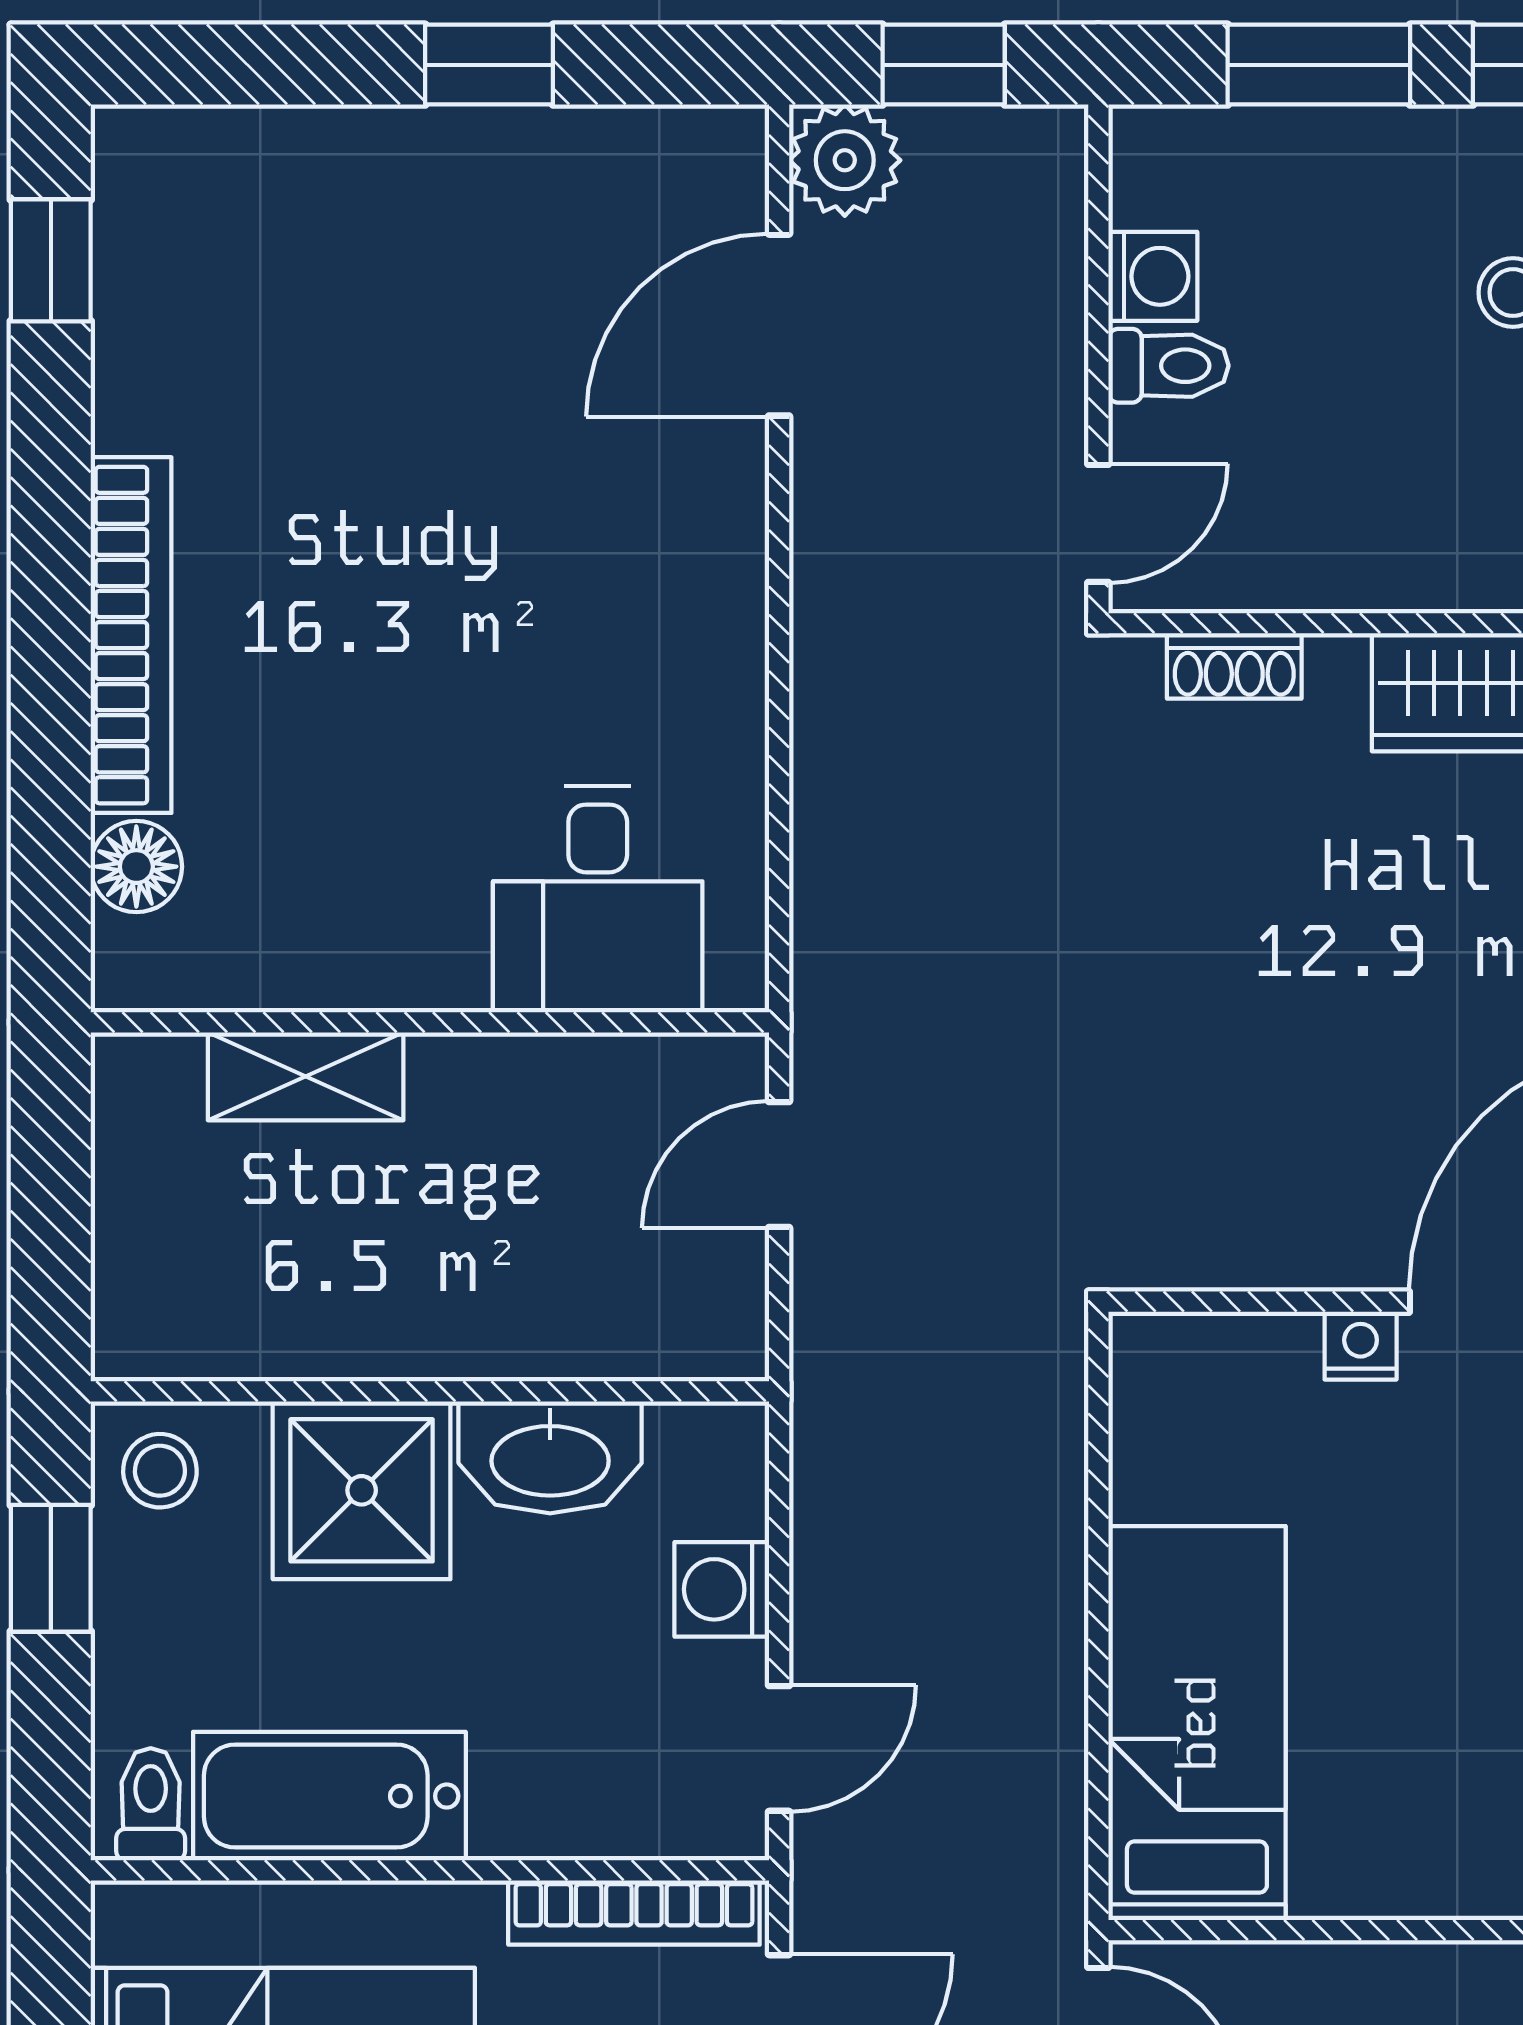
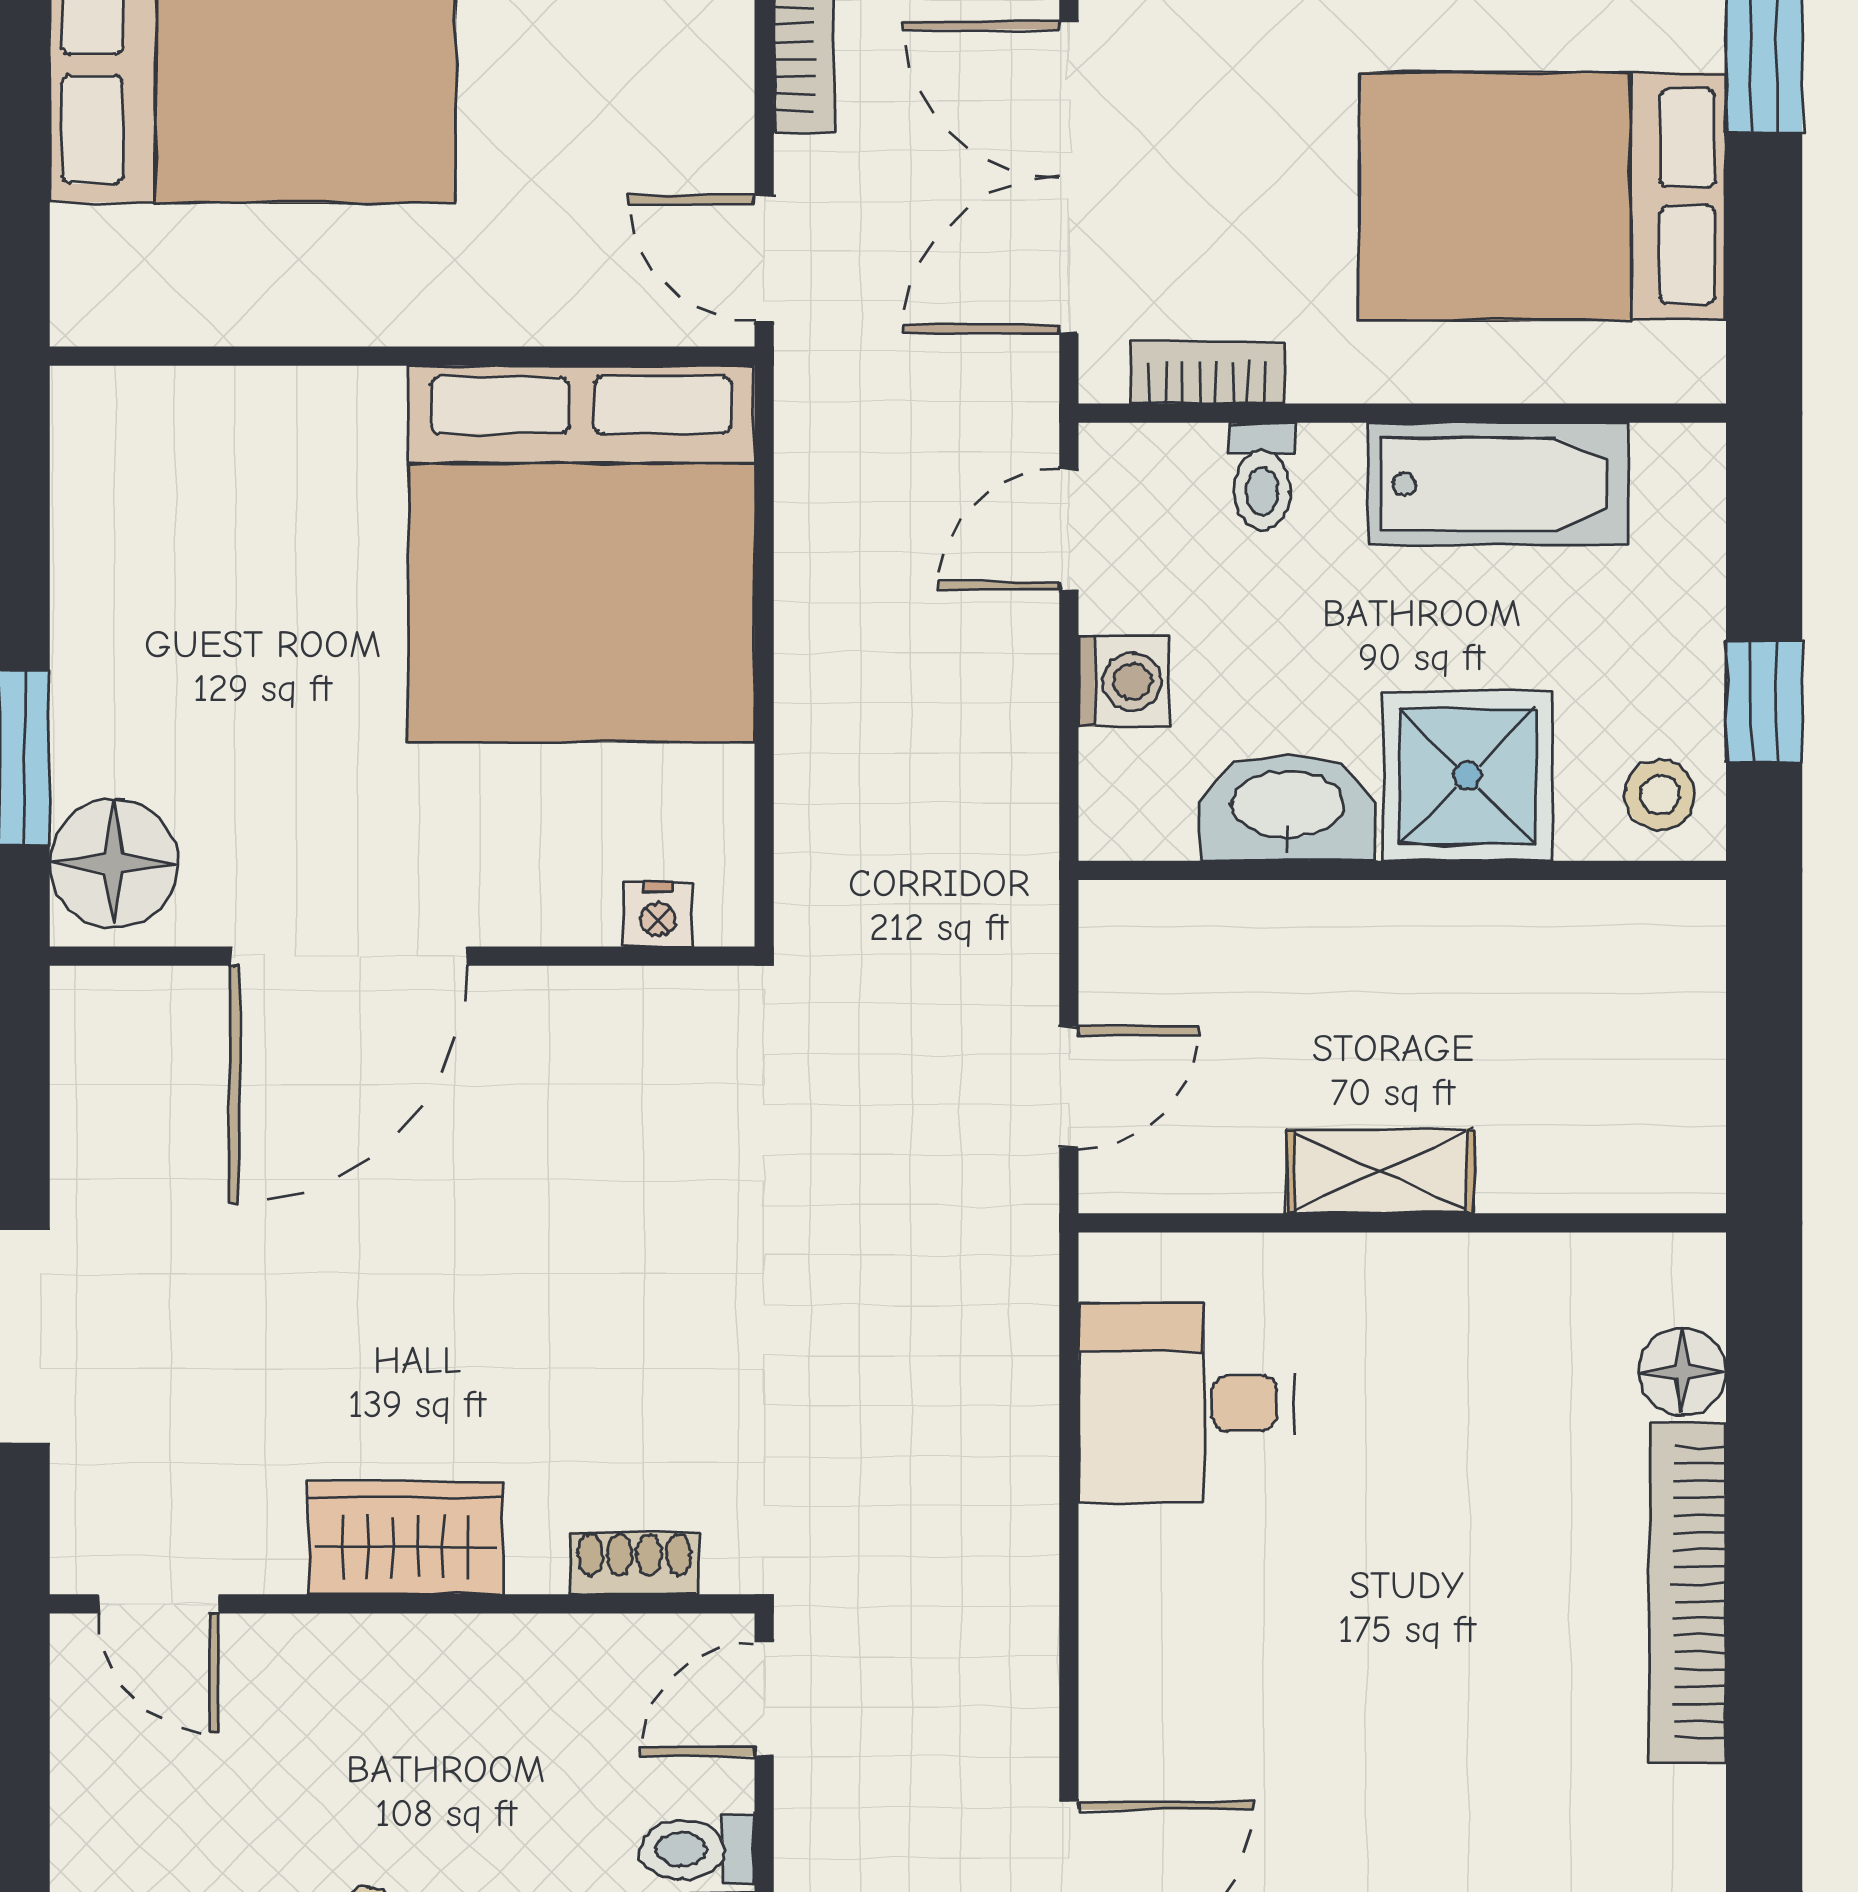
desk: (598, 899) -> (1186, 1403), moved, turned -90
shelving: (306, 1076) -> (1380, 1171), moved
nightstand: (1361, 1346) -> (658, 914), moved
bed: (1197, 1723) -> (581, 554), width x2.04
toilet: (151, 1804) -> (1262, 476), moved
bookcase: (634, 1912) -> (1207, 373), width x0.64

